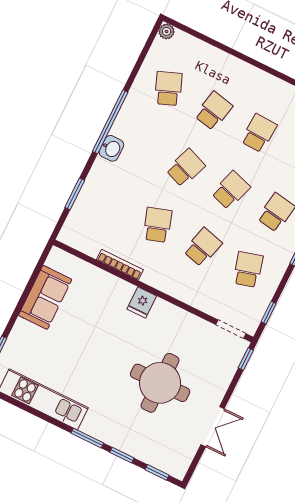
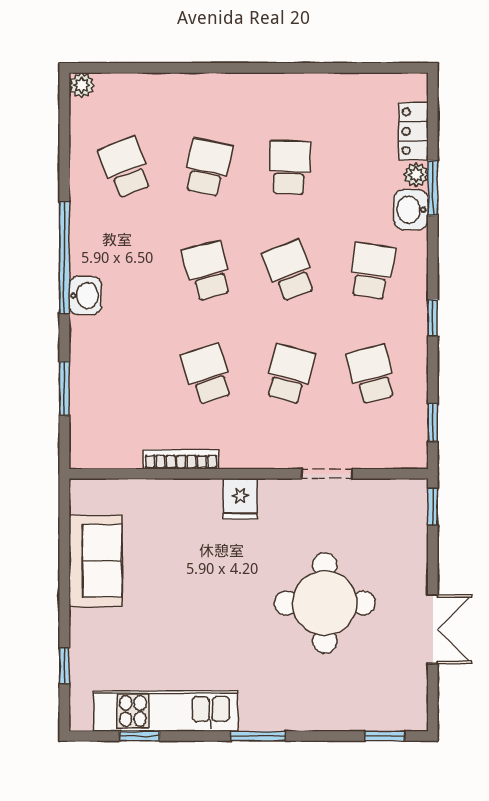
school desk: (186, 168) -> (207, 271), turned -36
school desk: (231, 190) -> (290, 271), turned -39
doorway: (231, 329) -> (327, 474), moved
window: (122, 455) -> (140, 736), moved

